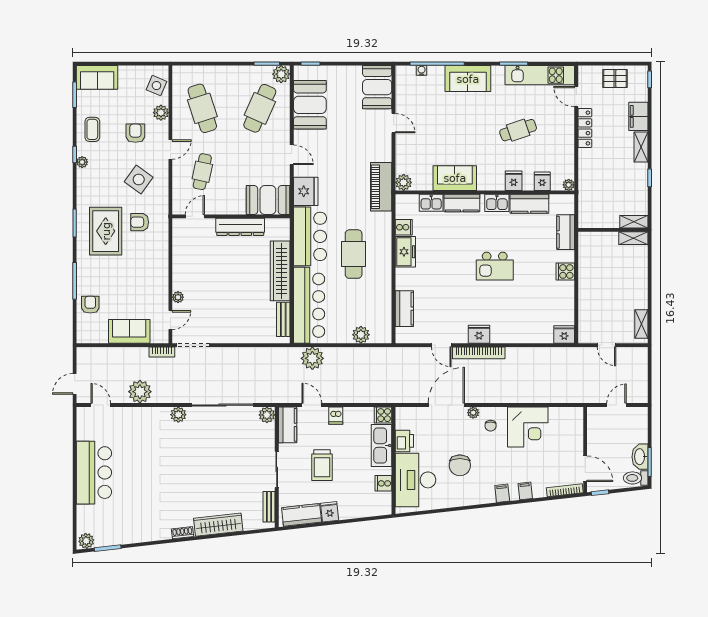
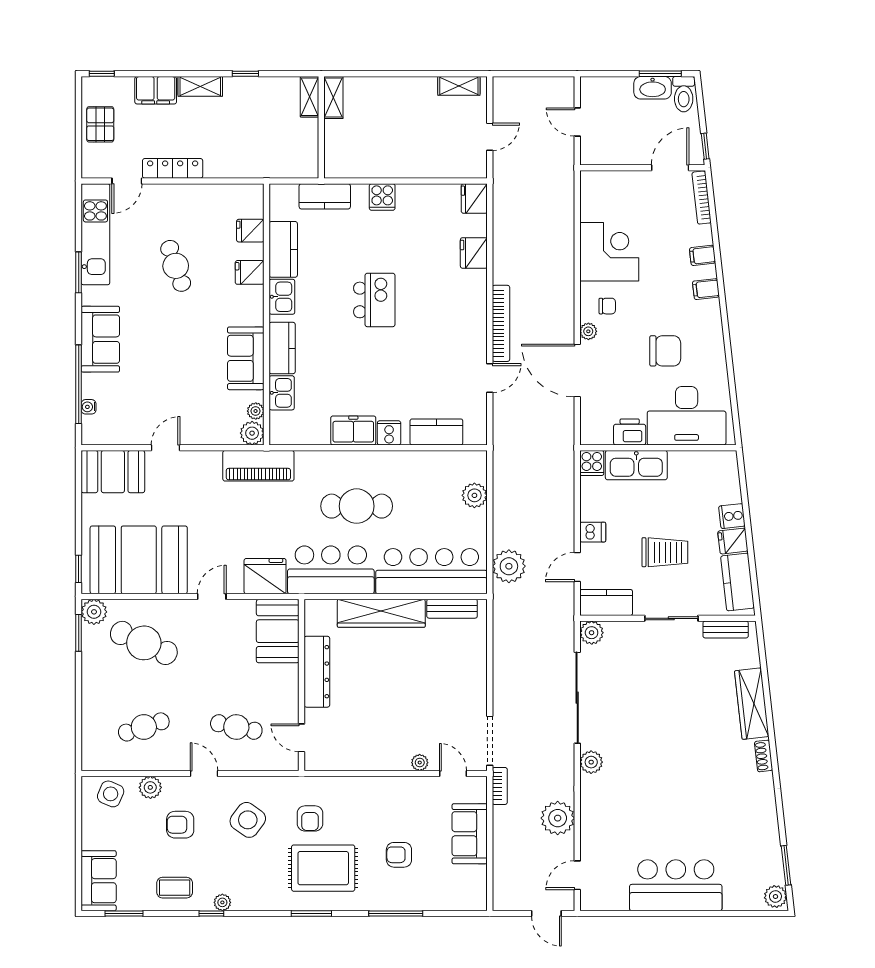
booth: (310, 105) -> (139, 560), width x1.36, depth x1.42
cafe table: (202, 108) -> (144, 727), width x0.73, depth x0.74
plant: (569, 185) -> (256, 411), moved
cooker: (404, 227) -> (389, 433), moved
armchair: (90, 305) -> (399, 855), moved
fridge: (479, 334) -> (474, 253), moved
cooker: (383, 483) -> (732, 516), moved, turned 84

